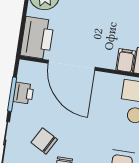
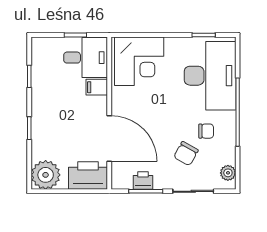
door: (72, 65) -> (109, 139), hinge flipped

